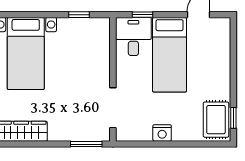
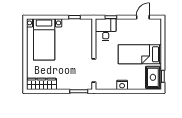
bed: (170, 55) -> (140, 54), moved, turned 90

